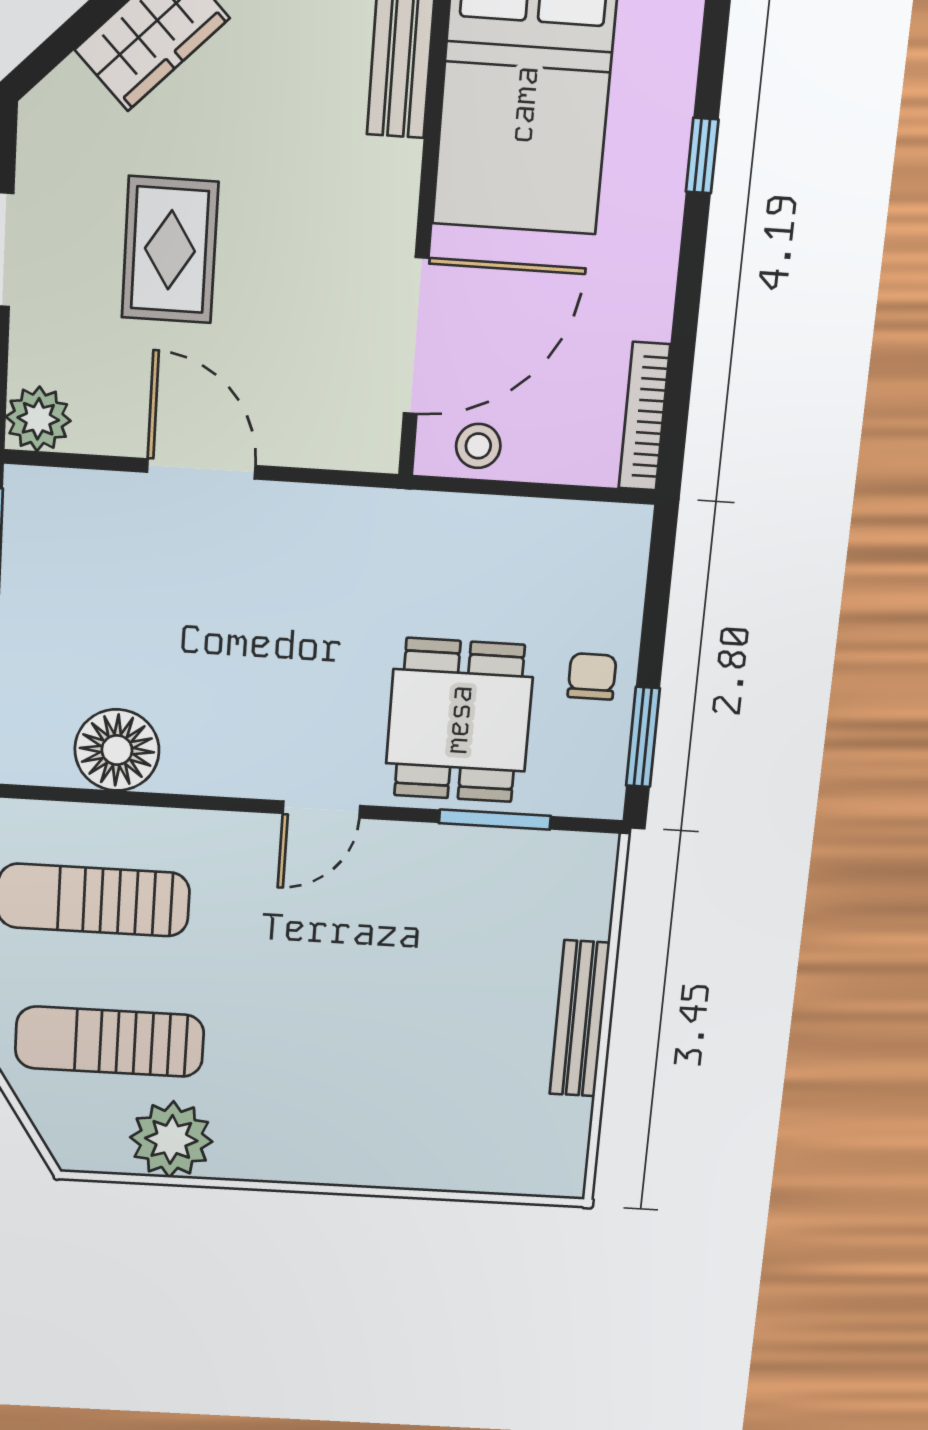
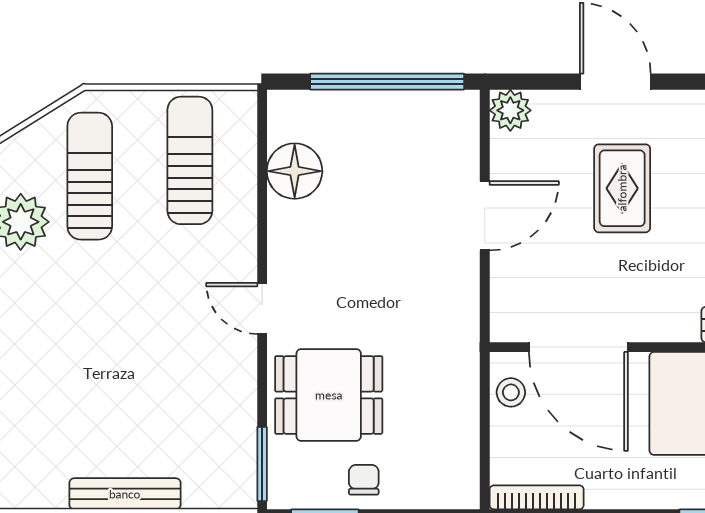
rug: (170, 250) -> (622, 188), turned 90
chair: (592, 676) -> (364, 480), turned -90
window: (495, 820) -> (262, 464), moved

